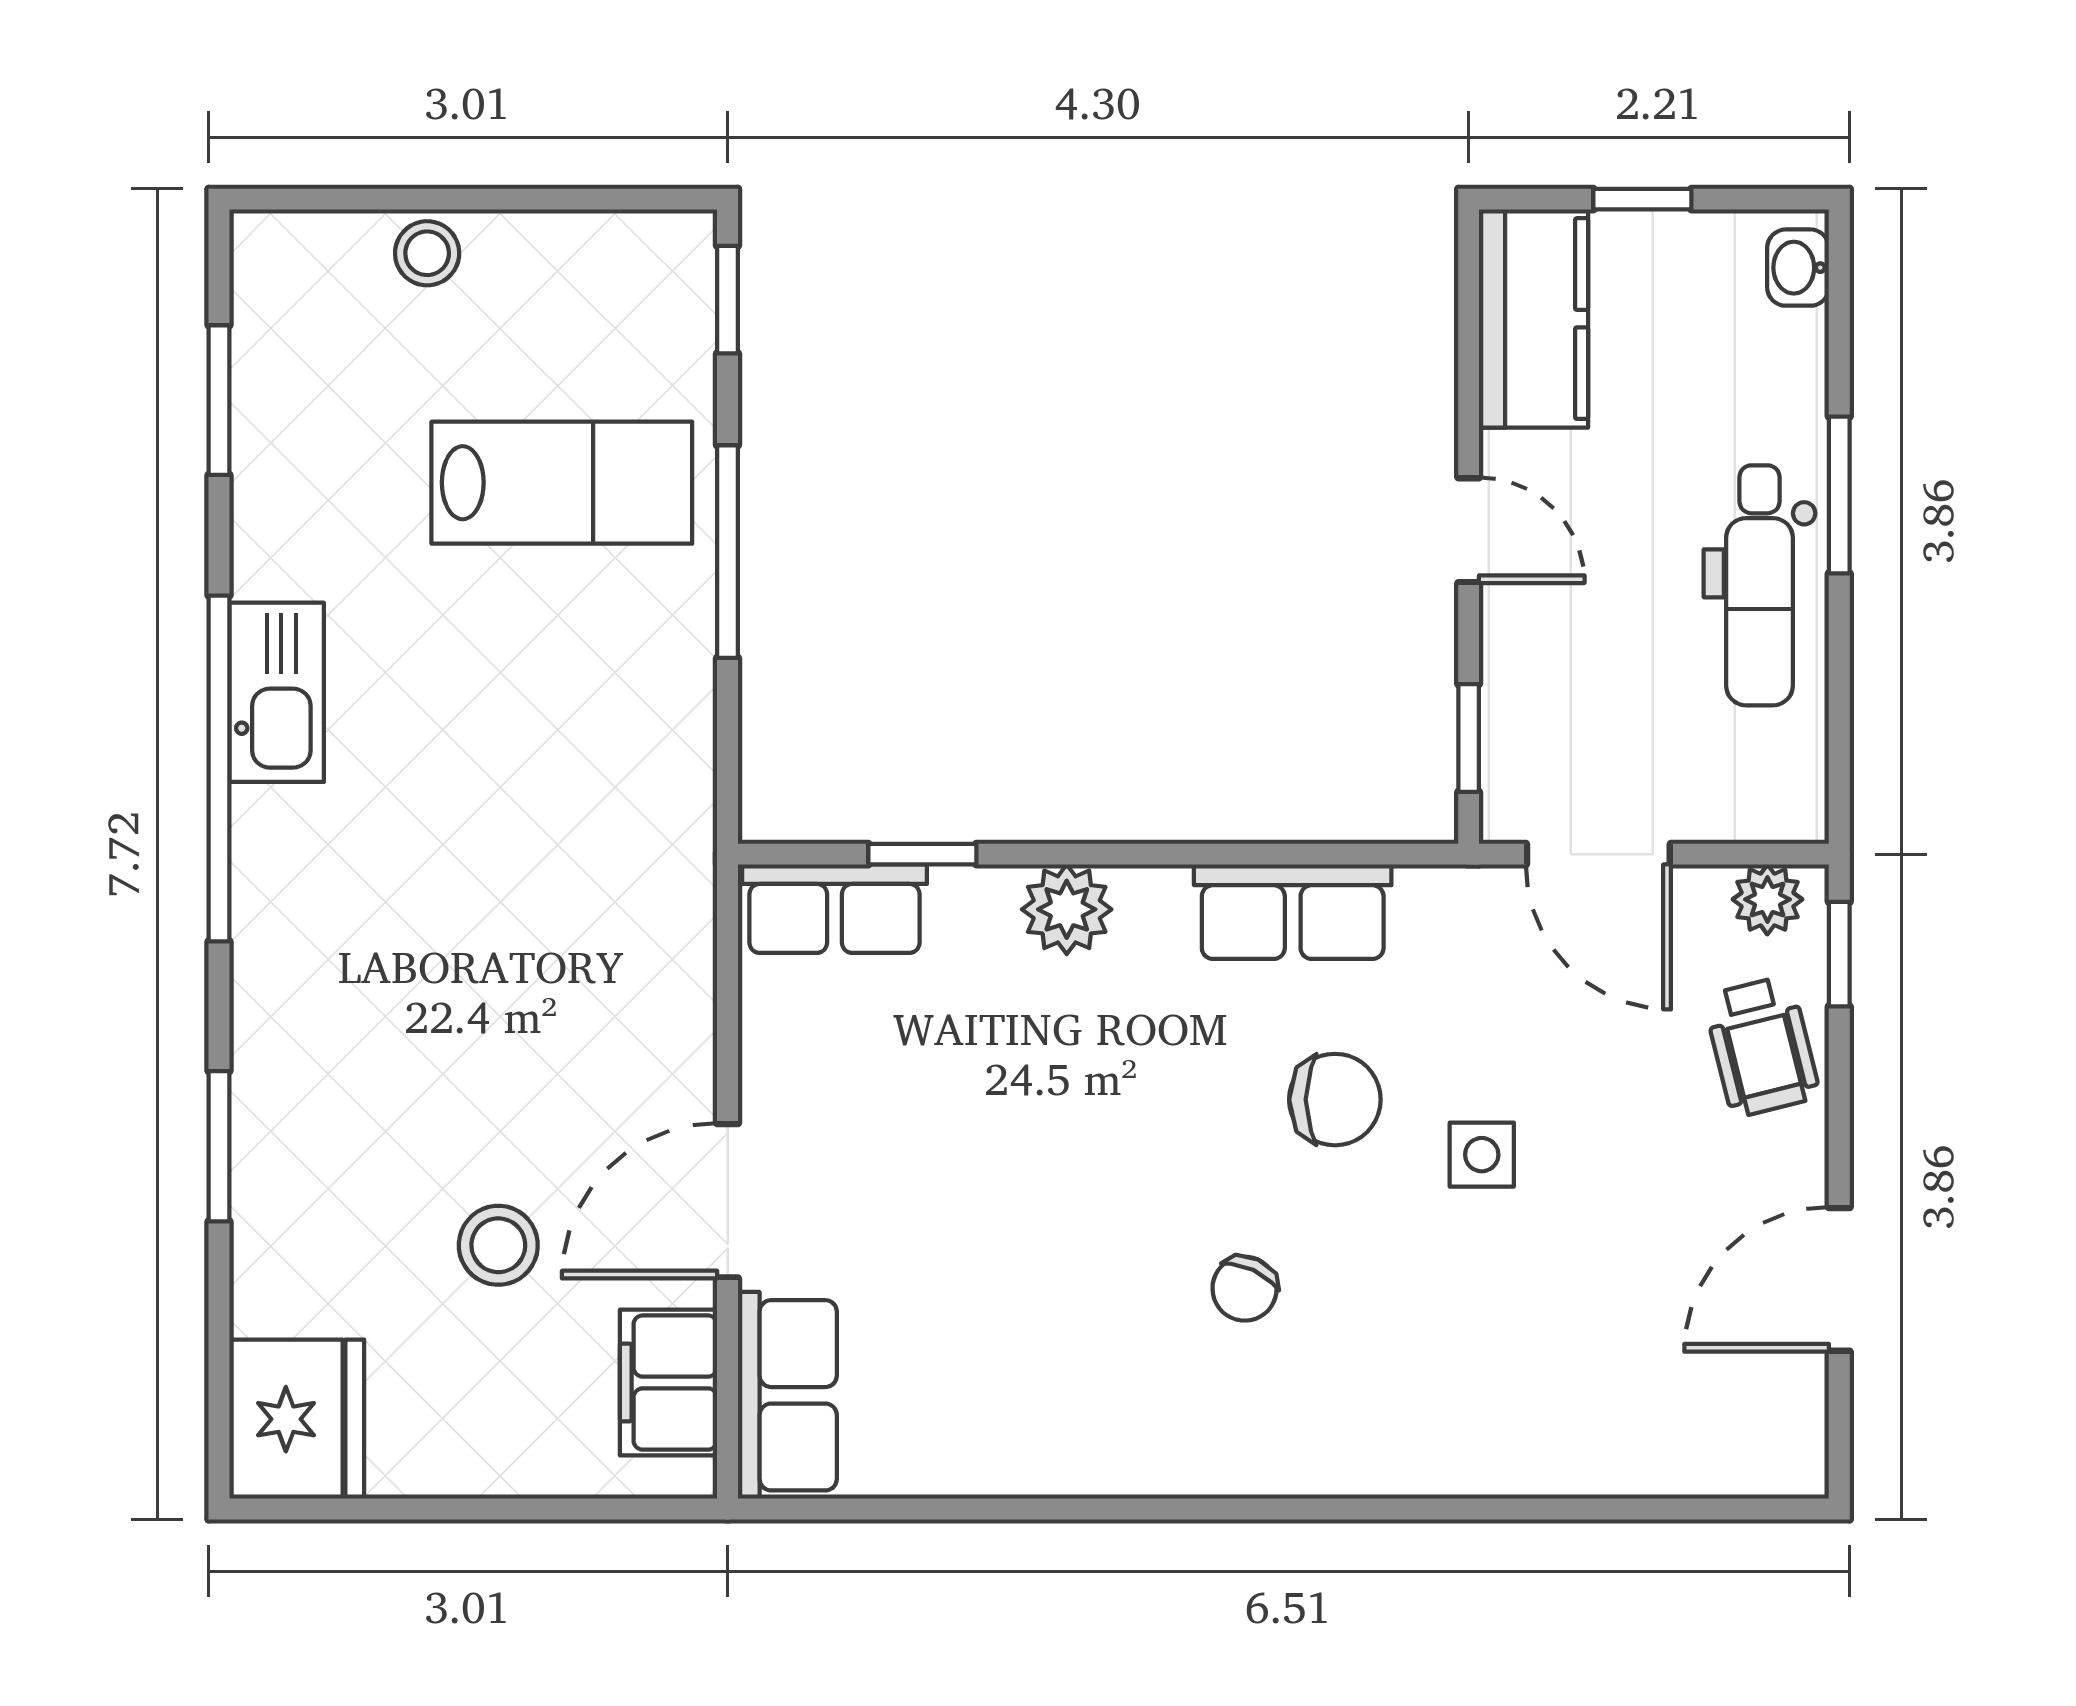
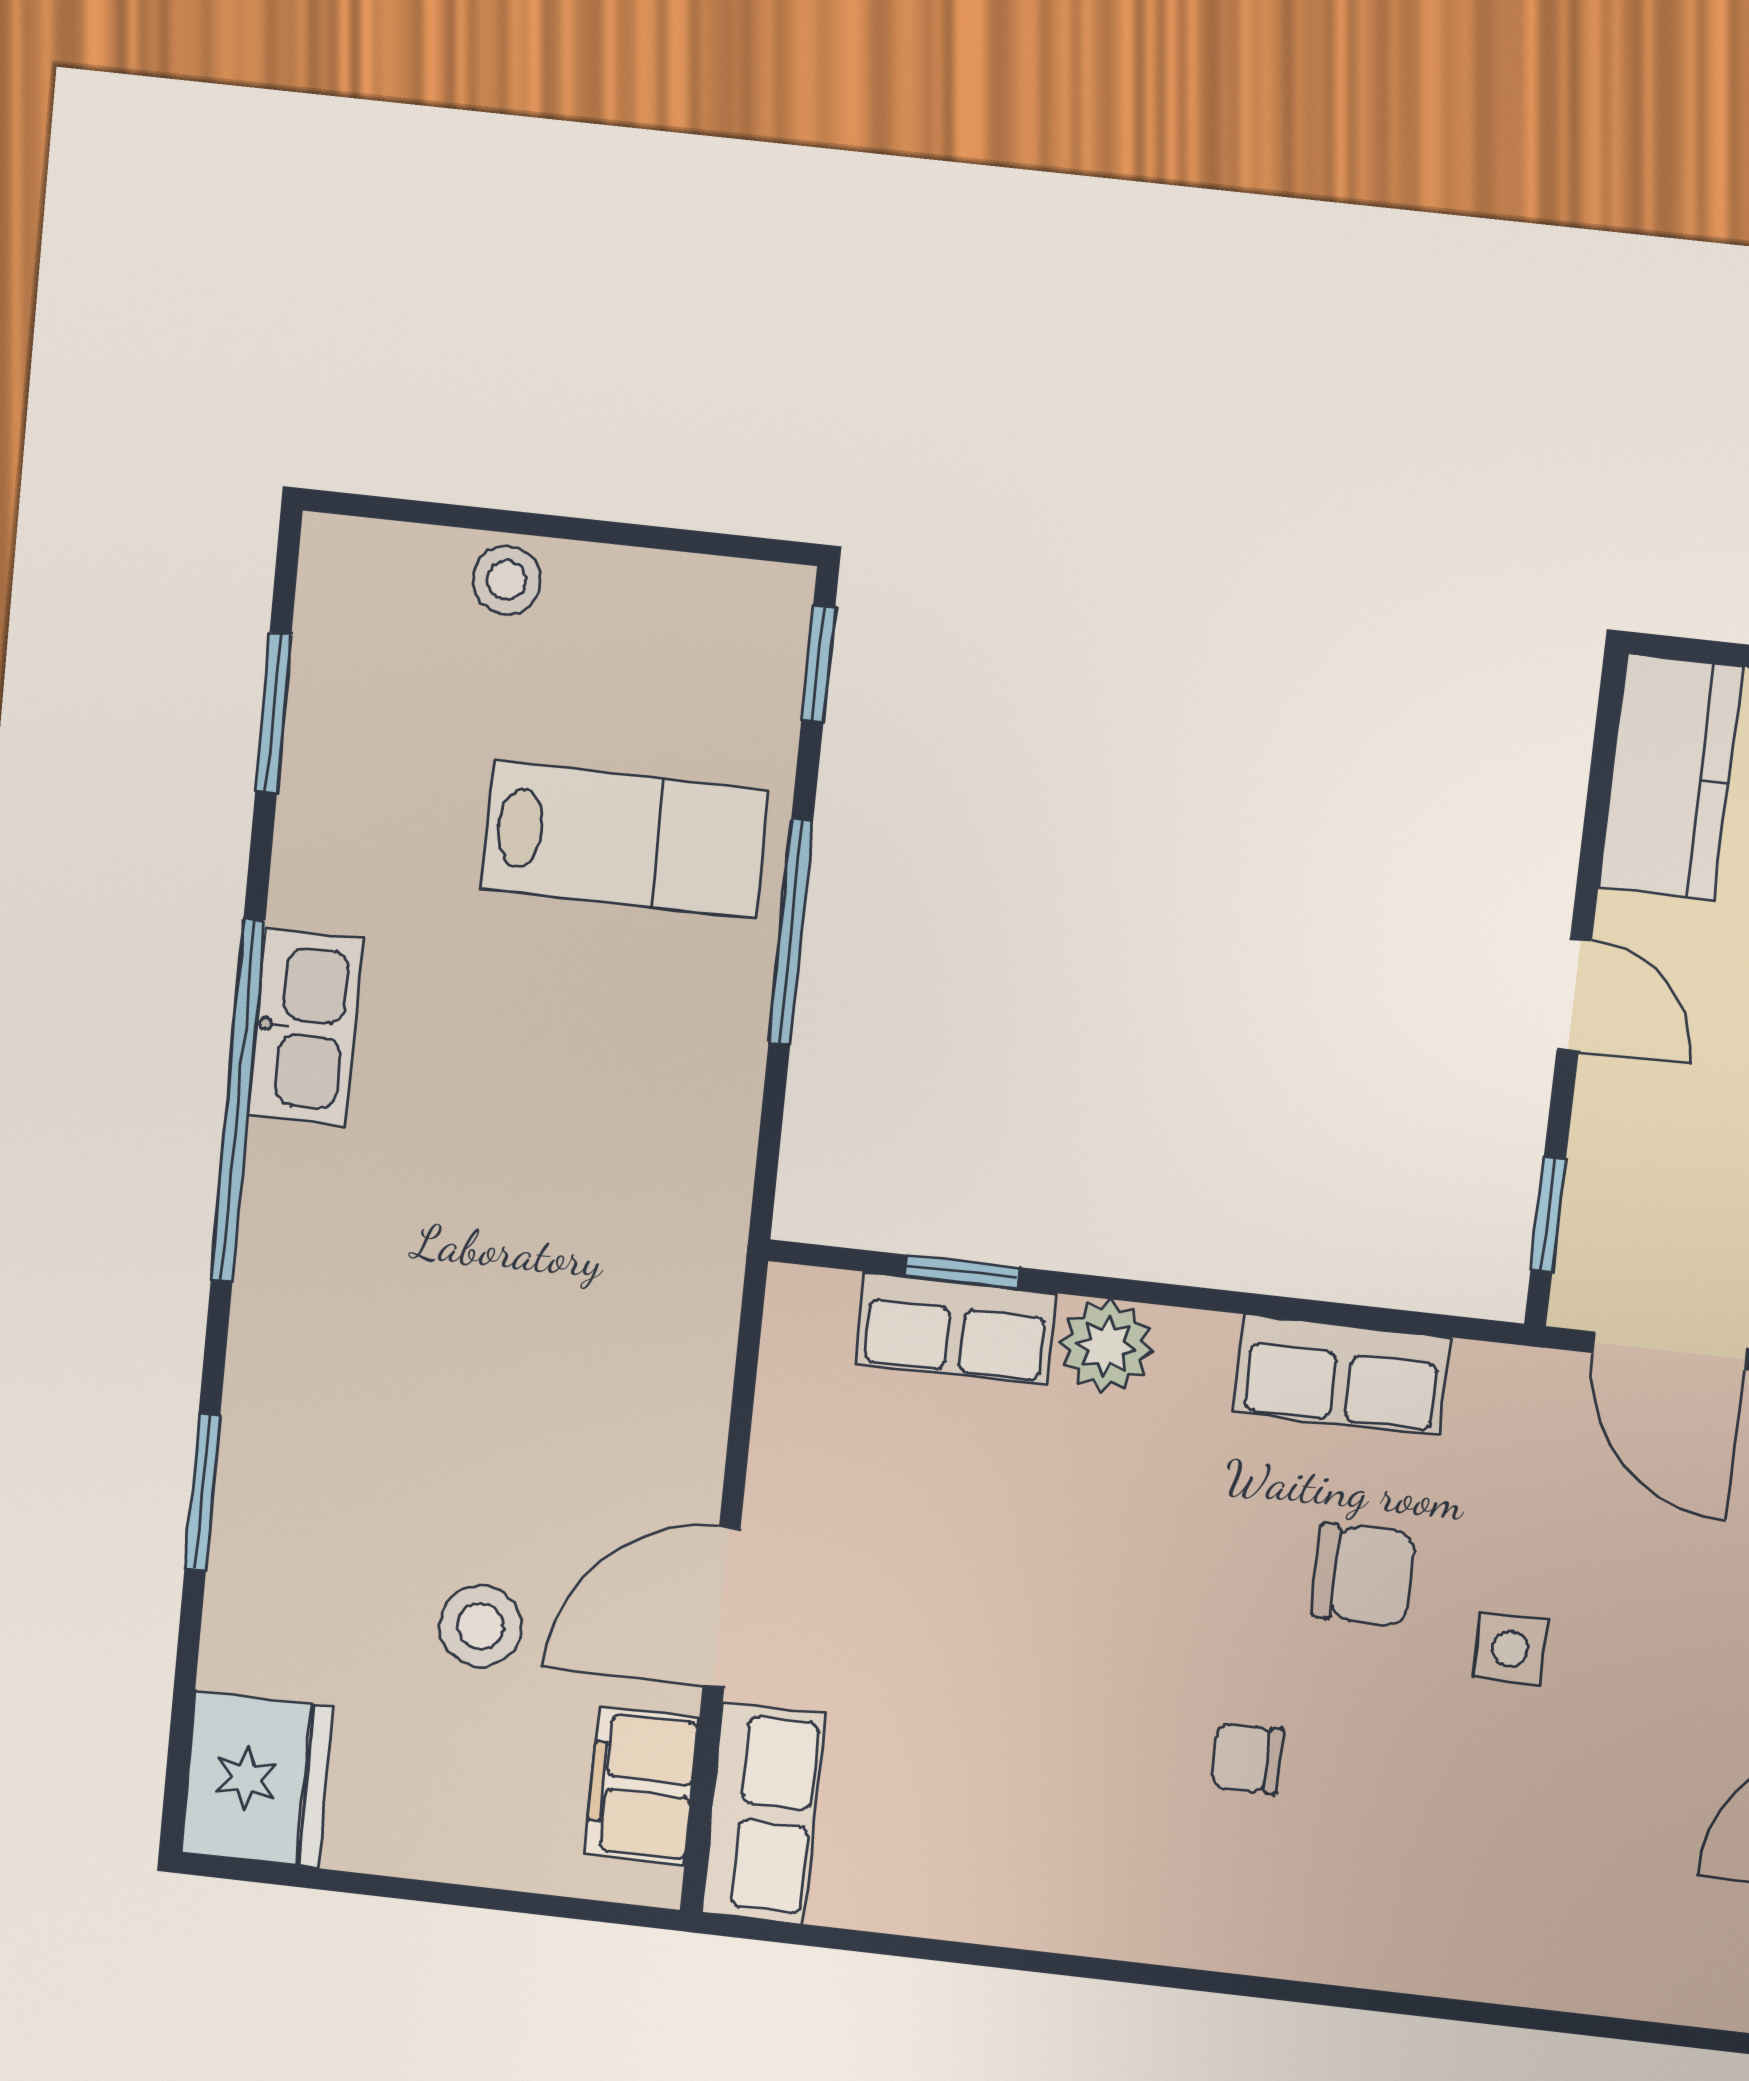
row of seats: (834, 909) -> (956, 1329), moved
chair: (1245, 1289) -> (1247, 1758), turned 65

